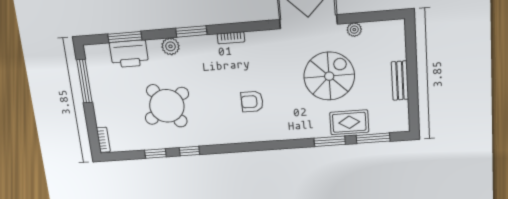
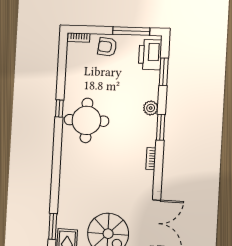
printer: (129, 54) -> (150, 55), moved
armchair: (252, 102) -> (107, 47), moved, turned -83
round table: (167, 106) -> (86, 120), moved, turned 35
window: (155, 153) -> (61, 80), removed

